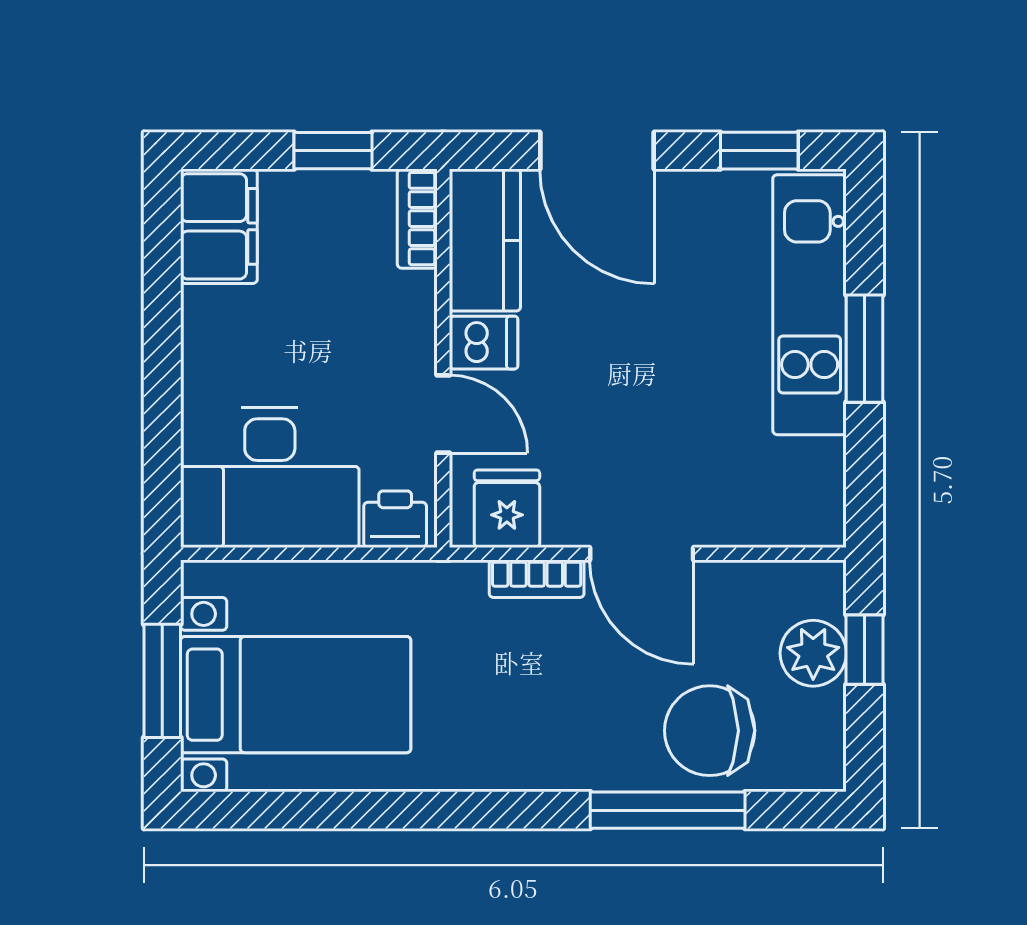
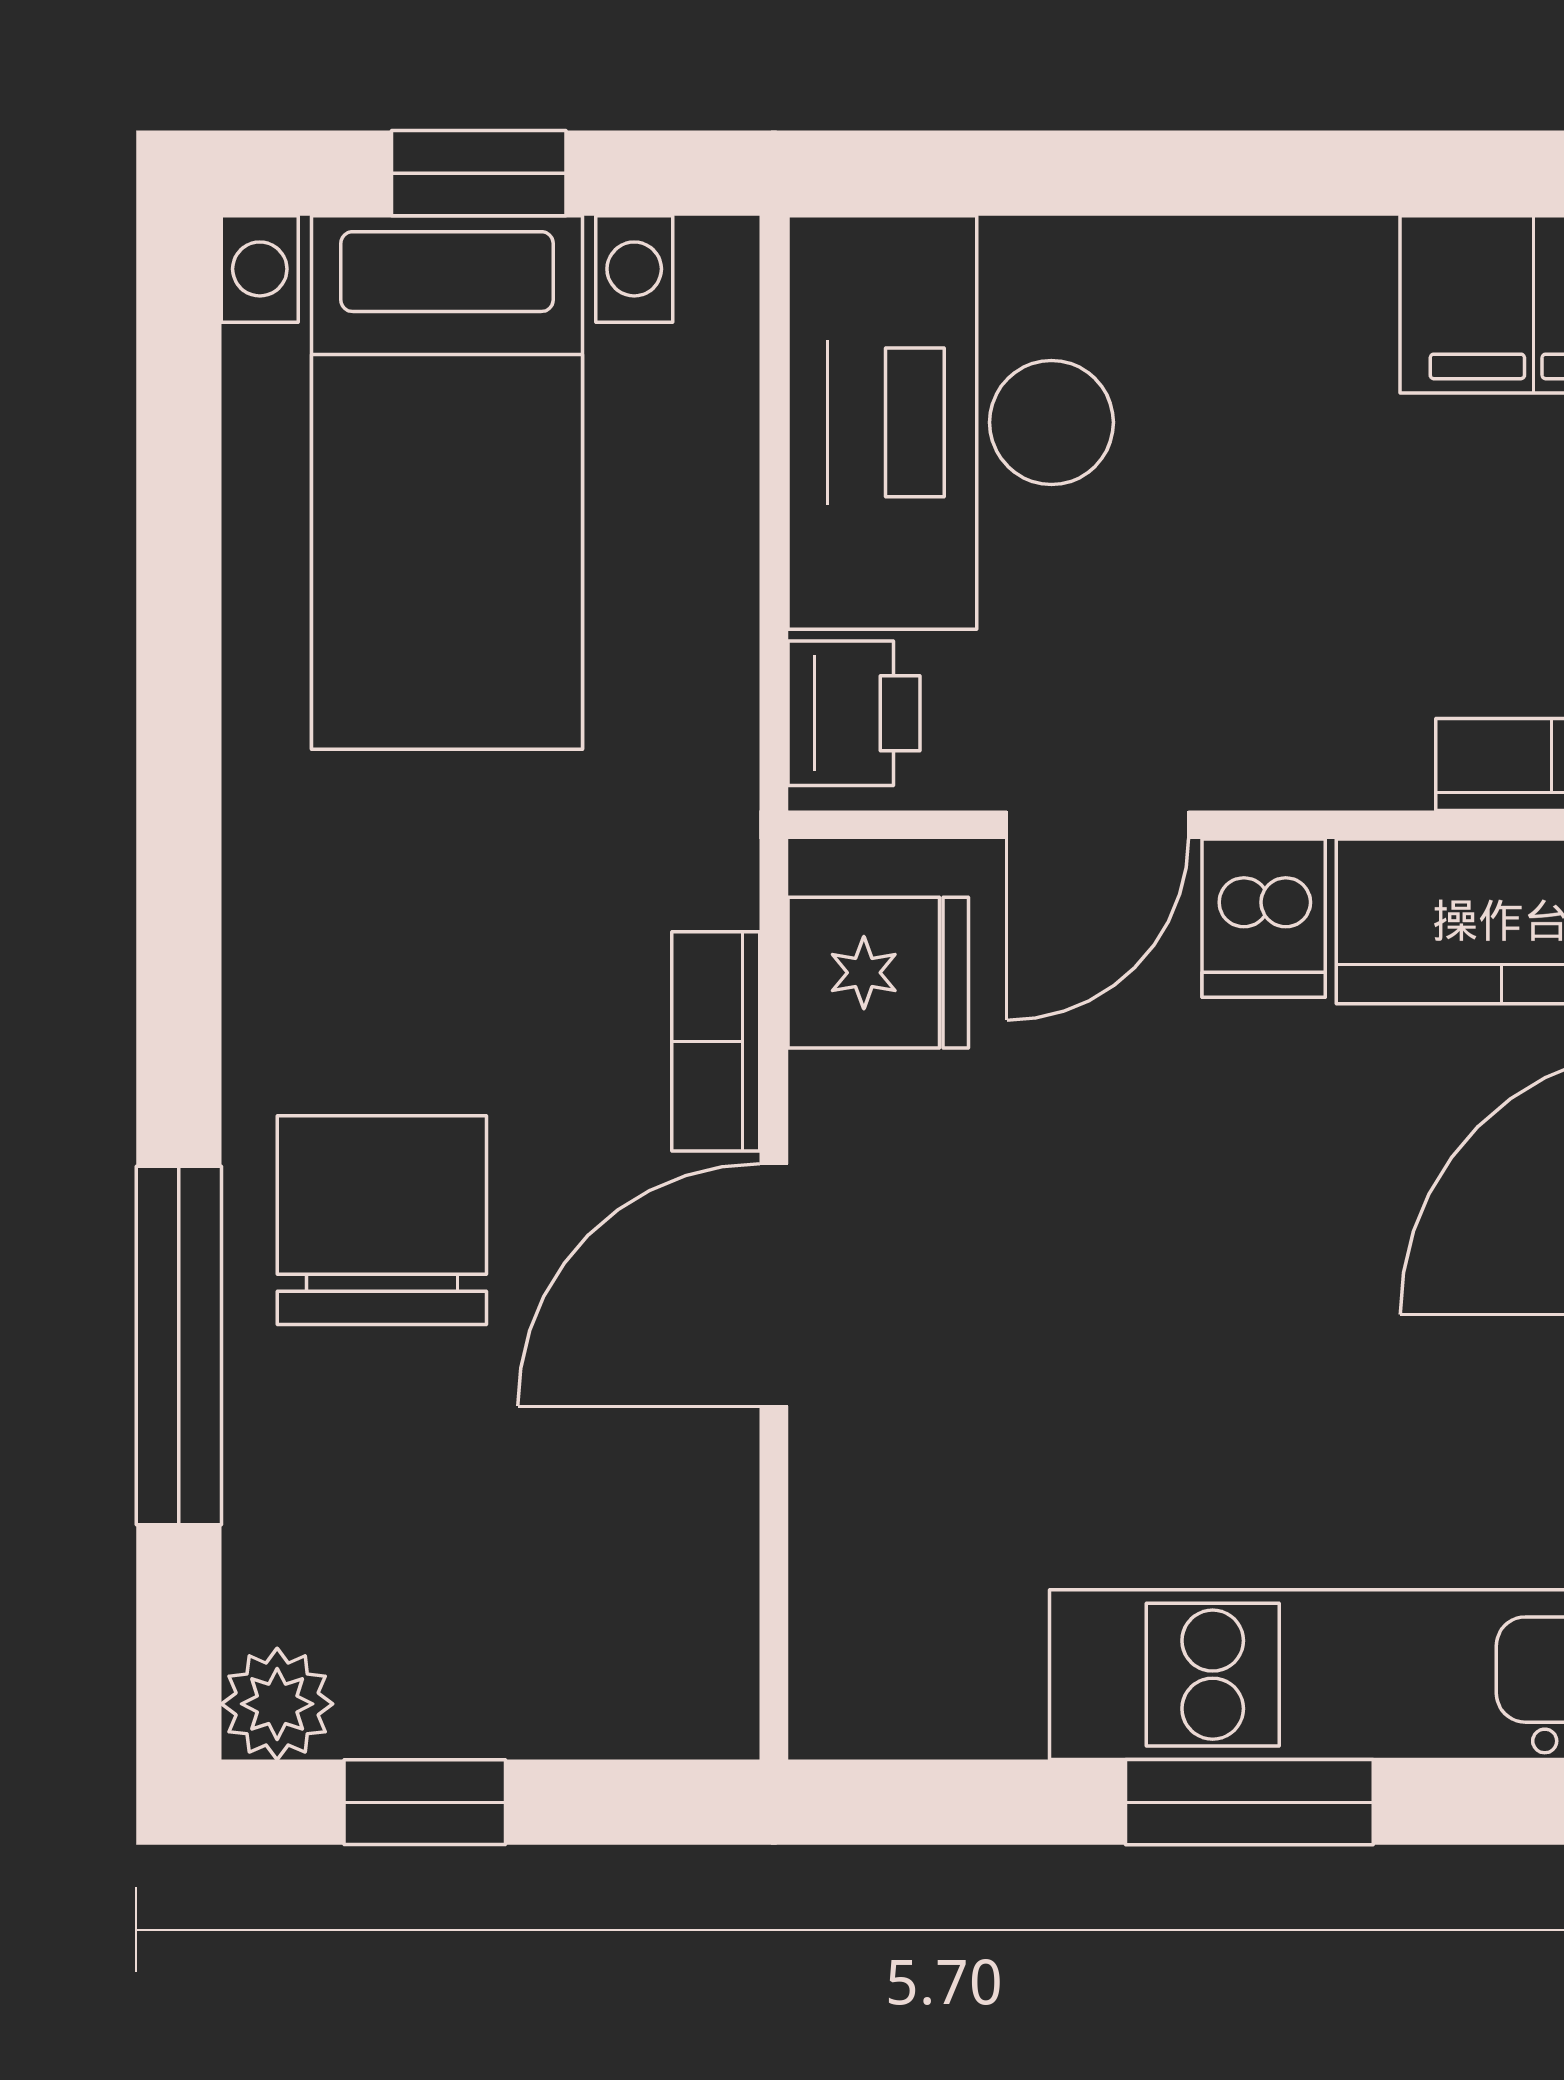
window: (865, 650) -> (425, 1802), moved
plant: (813, 653) -> (277, 1704), moved, width x0.73, depth x0.73
window: (162, 681) -> (479, 173), width x0.67
chair: (710, 731) -> (382, 1220), moved

